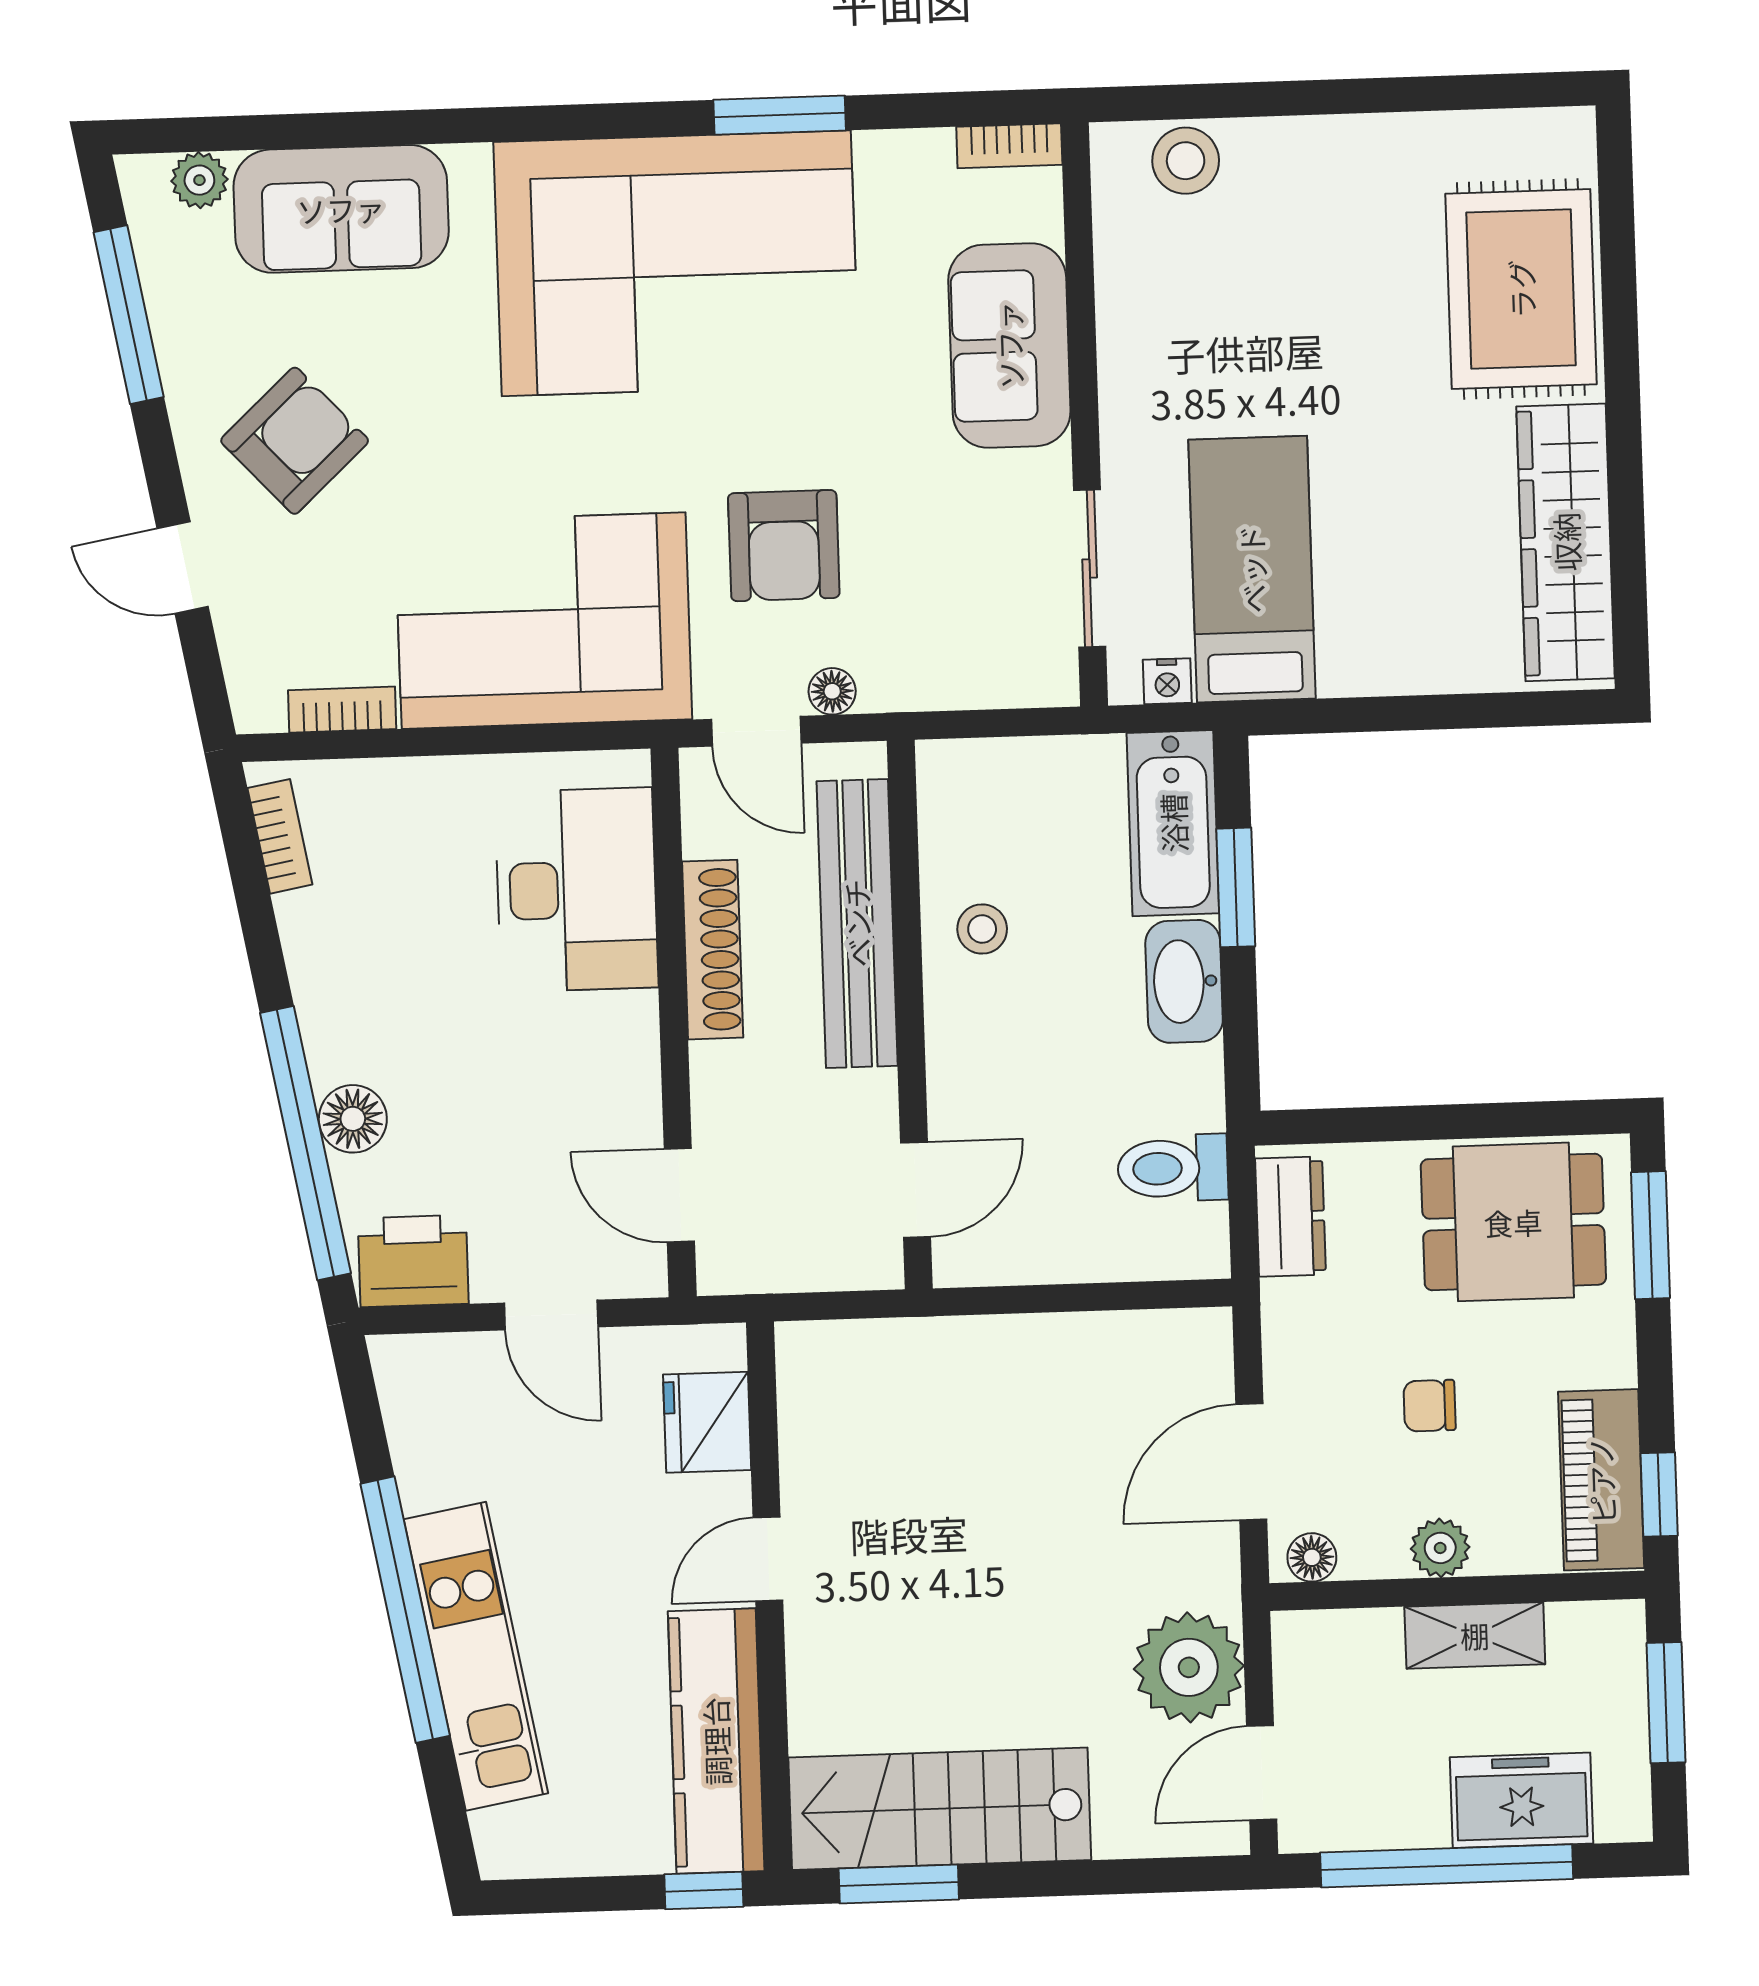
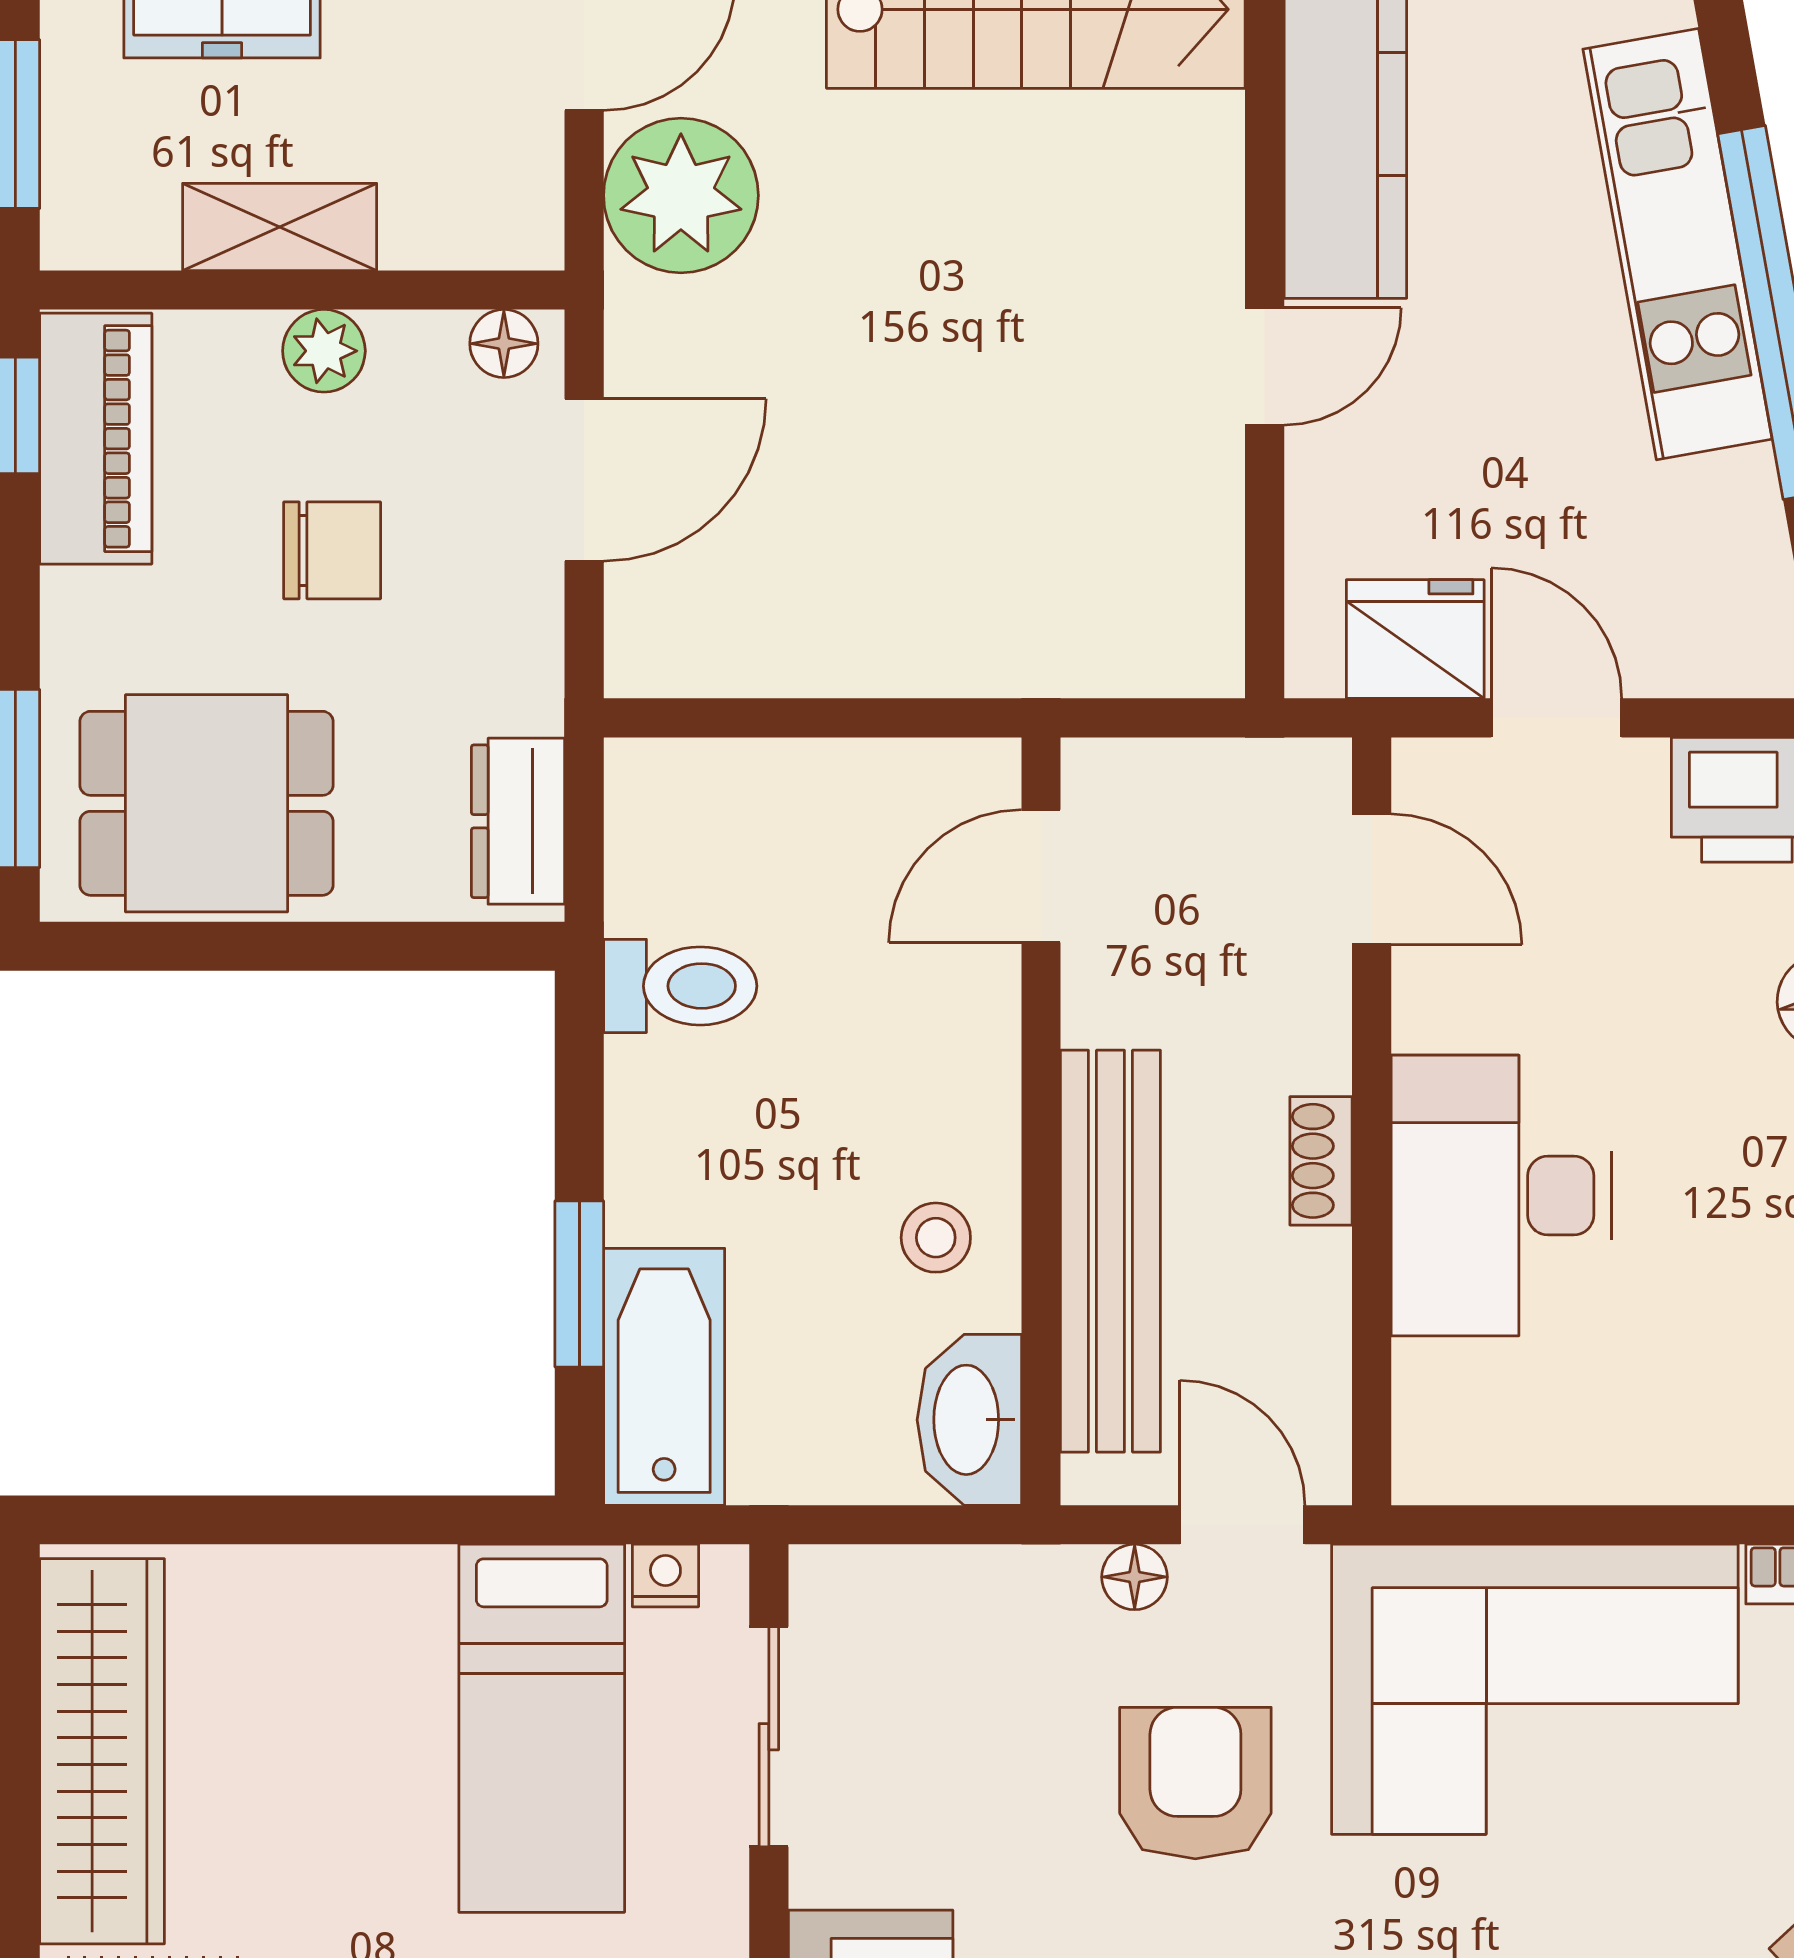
desk: (576, 890) -> (1501, 1196), moved
shoe rack: (713, 950) -> (1321, 1161), width x0.51, depth x0.81
washbasin: (1184, 981) -> (969, 1420), moved, turned 180
toilet: (1173, 1168) -> (680, 986), moved
chair: (1430, 1406) -> (332, 550), width x1.37, depth x1.37
fridge: (707, 1422) -> (1415, 639), moved, turned -90

